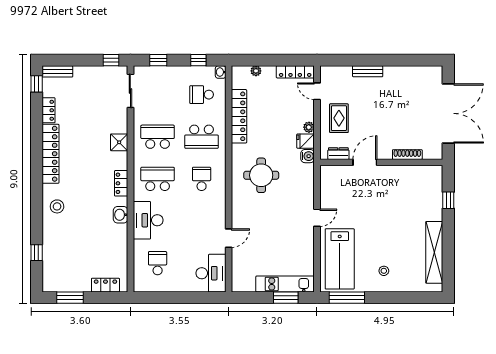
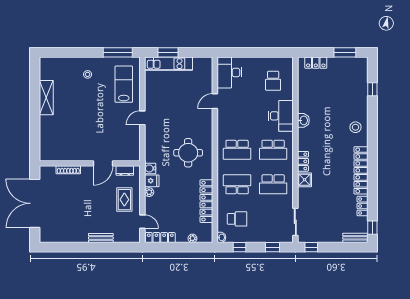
school desk: (202, 179) -> (237, 150), width x1.85
locker: (121, 183) -> (303, 161), moved
window: (448, 200) -> (35, 132), removed
shelving: (434, 252) -> (46, 98), width x0.68
lab bench: (340, 259) -> (124, 84), width x0.73, depth x0.72

